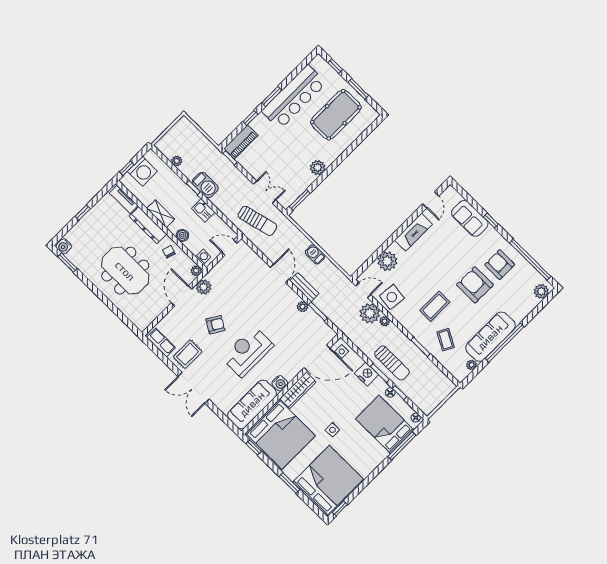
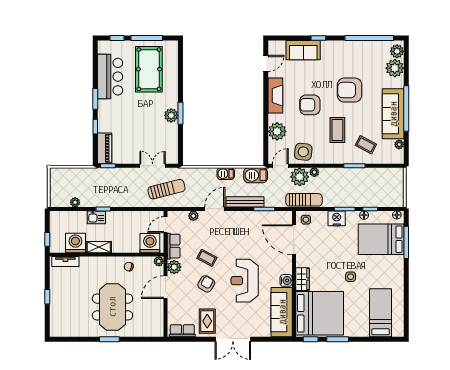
window: (358, 89) -> (147, 38), width x1.44
bar counter: (294, 97) -> (110, 77), width x0.73
washing machine: (142, 171) -> (75, 243), moved, turned -90
barbecue: (205, 185) -> (256, 175), moved, turned 180
window: (300, 200) -> (180, 113), moved
door: (431, 200) -> (266, 63), hinge flipped
kitchen sink: (203, 210) -> (96, 217), moved
dresser: (148, 225) -> (98, 263), removed
boiler: (182, 235) -> (127, 247), removed
water cooler: (64, 246) -> (57, 331), removed
washing machine: (203, 257) -> (150, 243), width x1.89, depth x1.89
window: (67, 263) -> (109, 339), moved
armchair: (500, 265) -> (310, 105), moved
row of seats: (219, 270) -> (174, 246), added
meeting table: (125, 271) -> (112, 307), turned 90
door: (280, 273) -> (215, 209), hinge flipped
bench: (304, 287) -> (245, 202), width x1.36
door: (181, 296) -> (165, 287), hinge flipped
plant: (527, 303) -> (395, 68), added
coffee table: (236, 305) -> (207, 258), added
plant: (303, 307) -> (193, 216), moved
door: (317, 358) -> (294, 240), swing flipped
sun lounger: (392, 363) -> (304, 200), moved
wardrobe: (298, 390) -> (302, 279), width x0.67
bed: (328, 481) -> (381, 313), width x0.49
window: (289, 483) -> (338, 339), moved
window: (340, 508) -> (406, 323), removed

